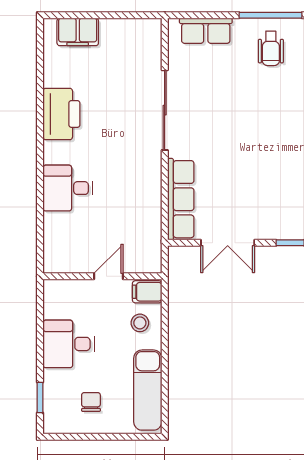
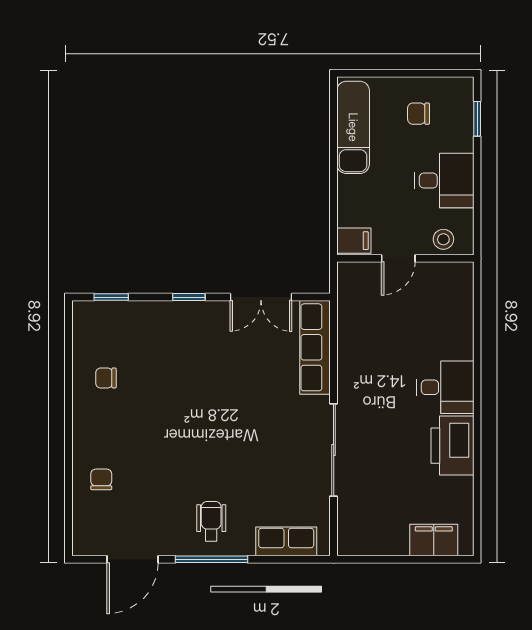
desk: (68, 188) -> (445, 387), moved
double door: (228, 243) -> (261, 297), swing flipped
stool: (140, 323) -> (443, 239), moved
chair: (91, 402) -> (418, 114), turned 90

